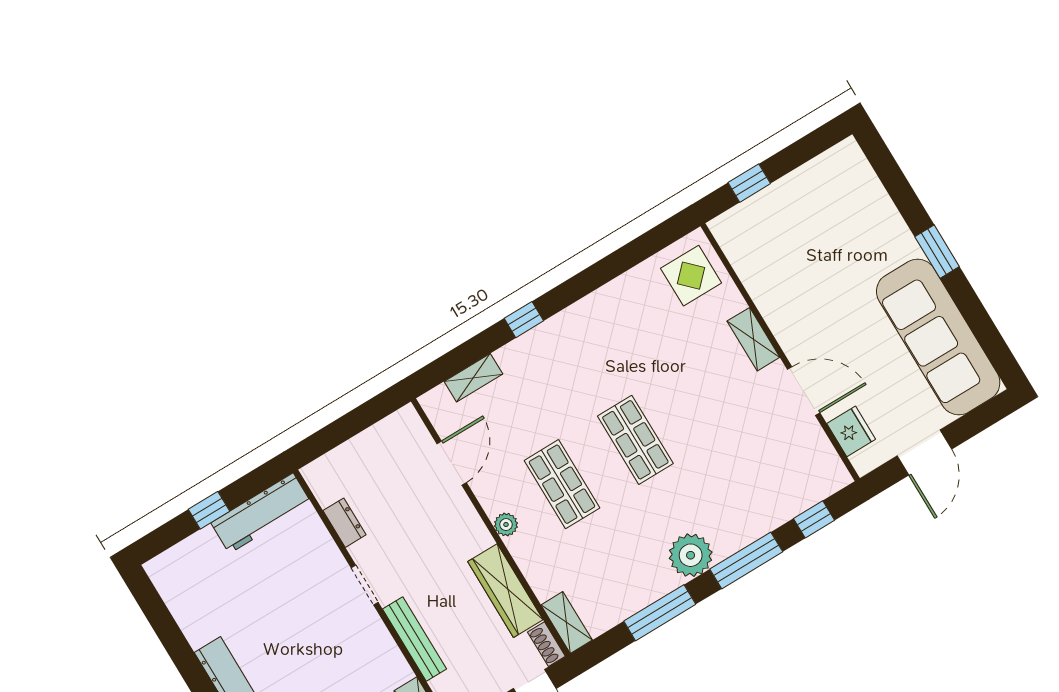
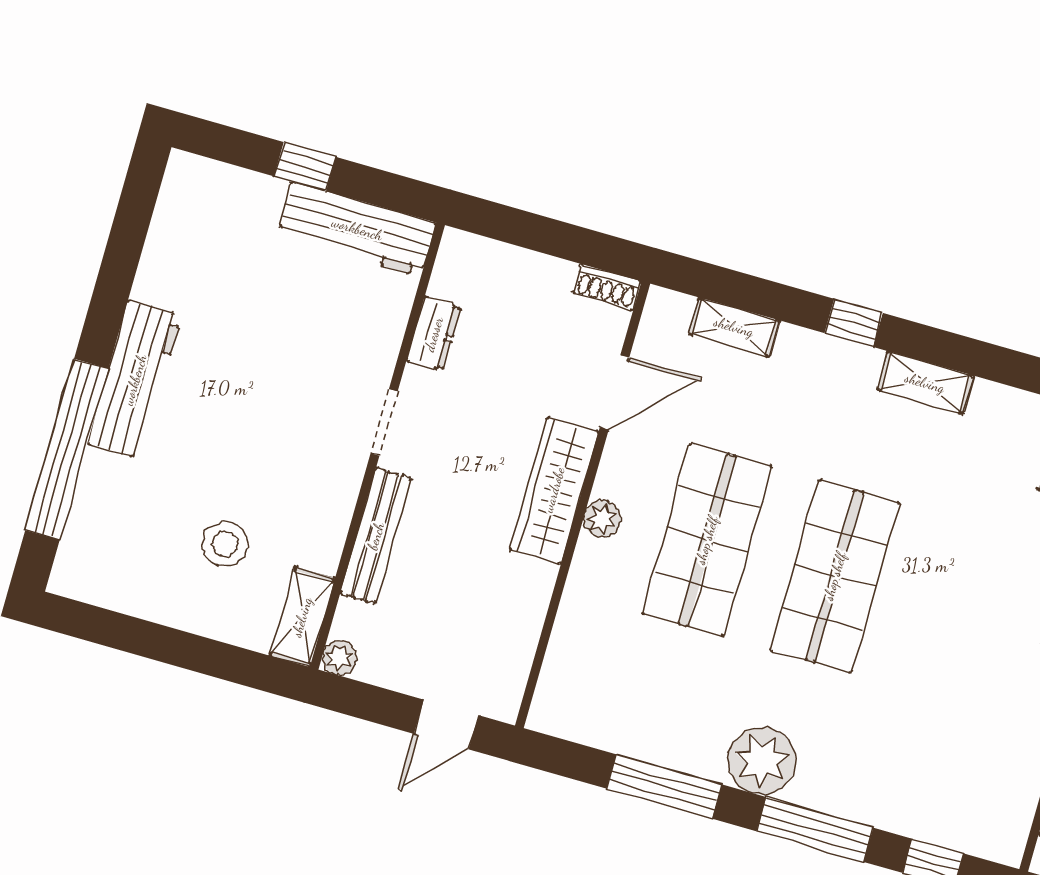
shop shelf: (635, 440) -> (835, 576), width x1.43, depth x1.36
shop shelf: (562, 484) -> (707, 540), width x1.43, depth x1.36
wardrobe: (505, 591) -> (554, 490), moved
shelving: (567, 622) -> (925, 383), moved, turned 90
shoe rack: (546, 644) -> (607, 287), moved, turned -90

